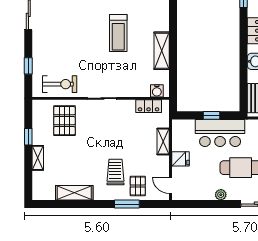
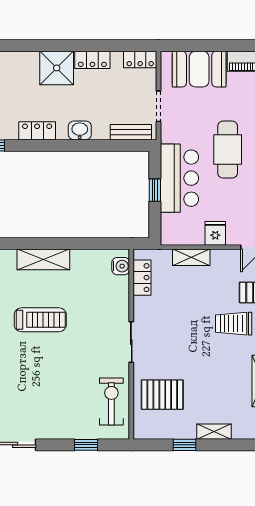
shelving: (162, 51) -> (43, 259), moved

